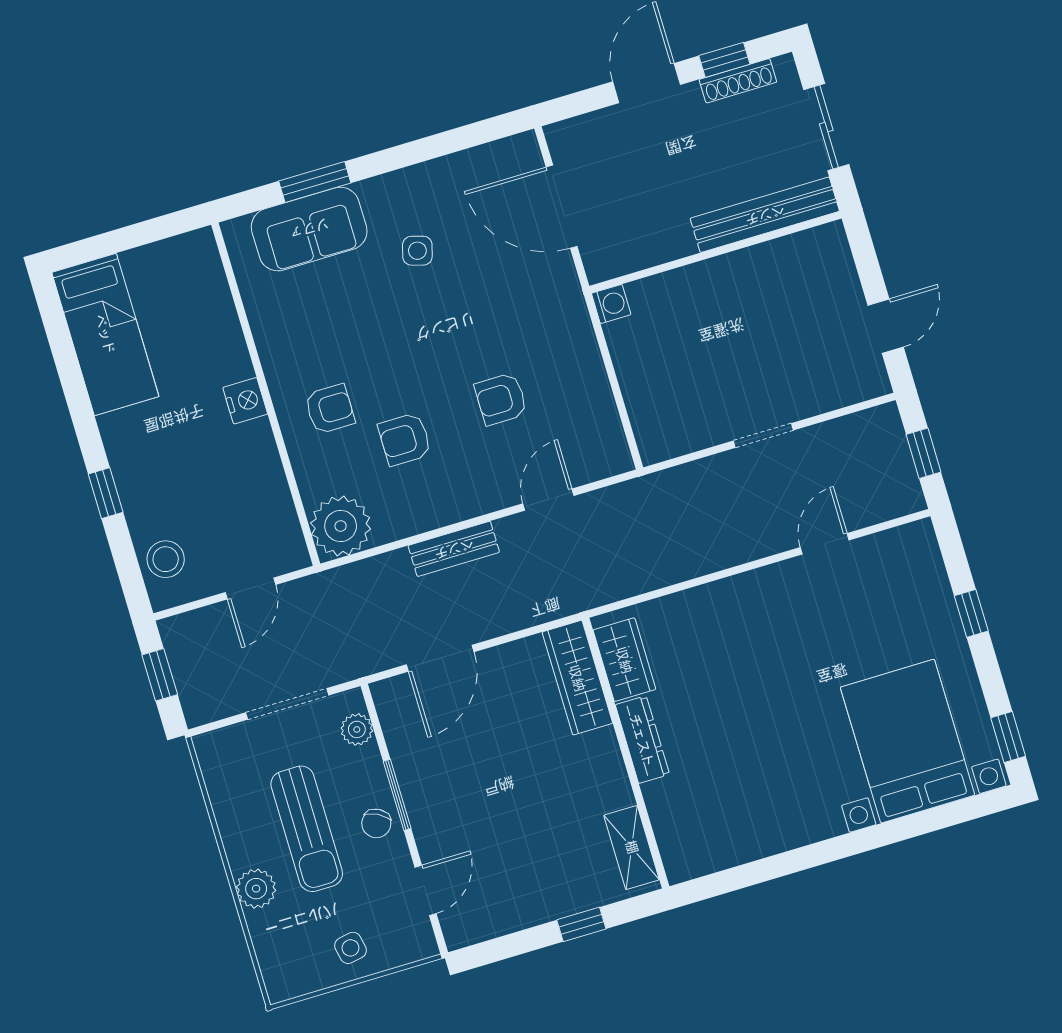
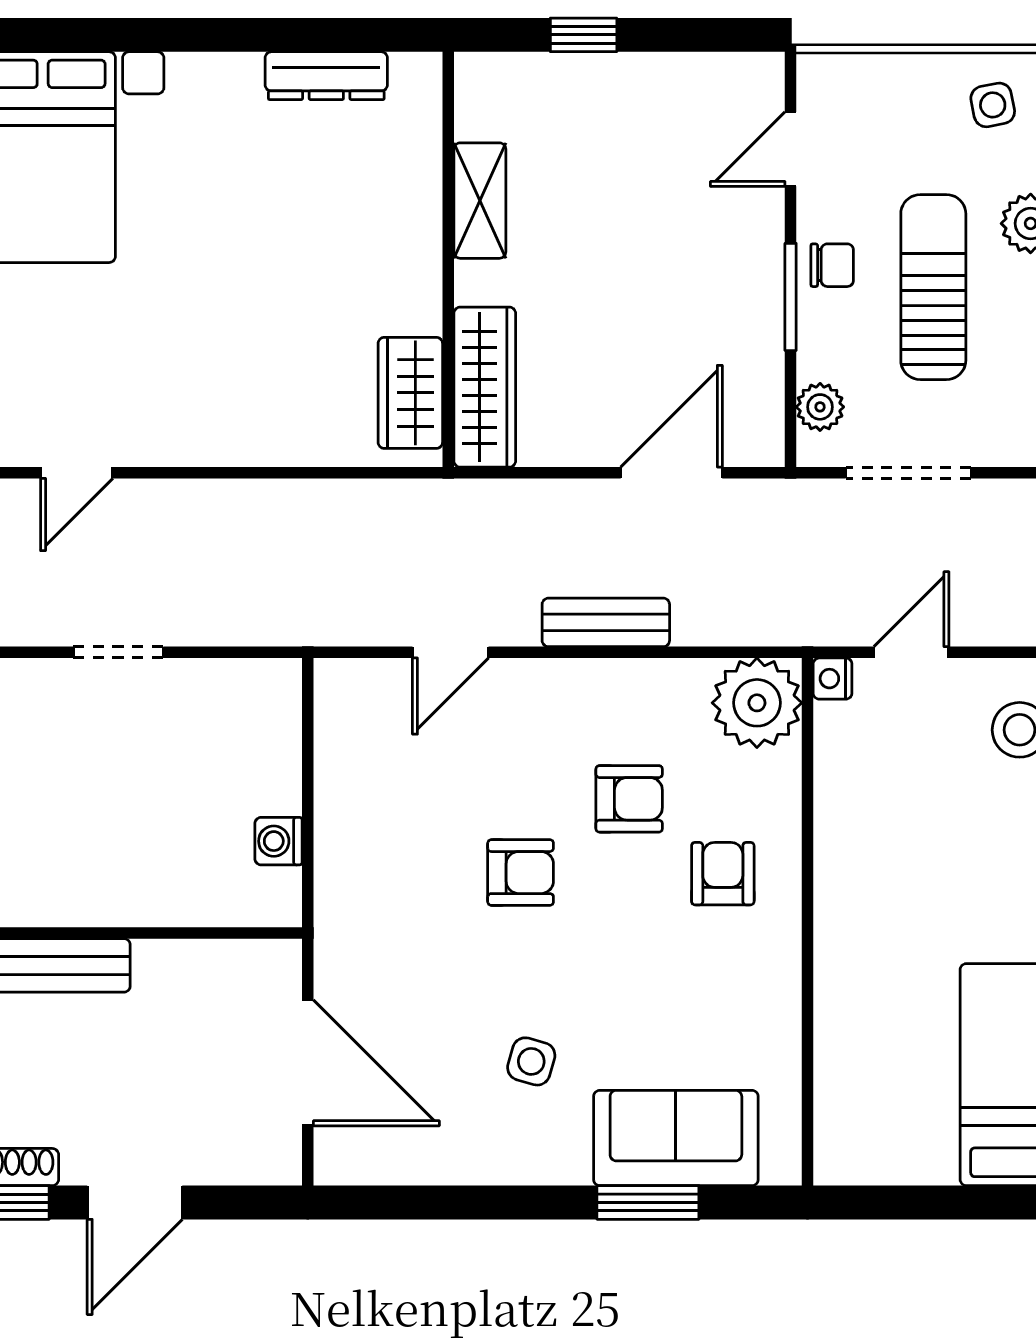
washing machine: (611, 304) -> (279, 841), moved
armchair: (501, 399) -> (521, 873), moved
nightstand: (245, 401) -> (833, 679), moved, width x0.72, depth x0.74
armchair: (330, 409) -> (723, 874), turned 90
dresser: (642, 740) -> (326, 76), moved, turned -90
chair: (376, 823) -> (832, 265), turned 62
shelving: (632, 847) -> (480, 201), moved
side table: (350, 948) -> (993, 105), moved

